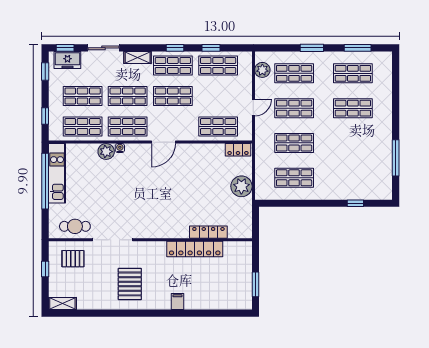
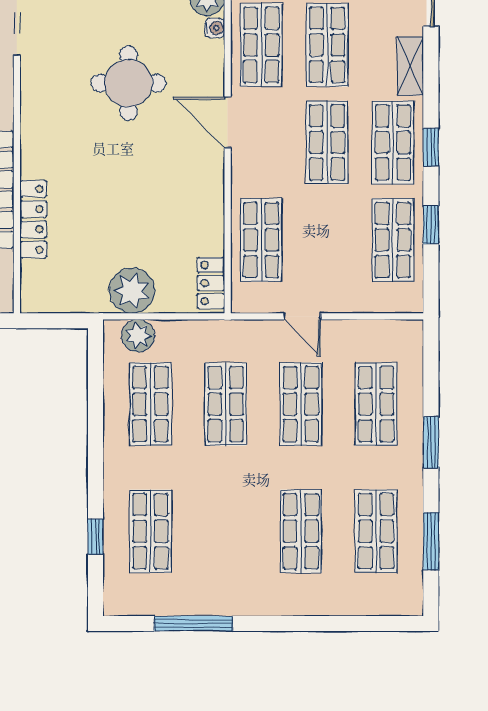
plant: (262, 70) -> (138, 336), moved
shop shelf: (353, 178) -> (150, 531), added
round table: (145, 188) -> (128, 83), added

